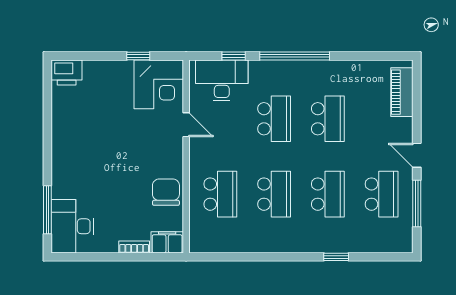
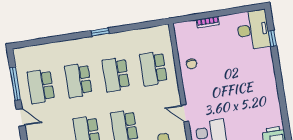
chair: (166, 192) -> (192, 64), width x0.54, depth x0.54
window: (47, 210) -> (272, 38), width x0.46
filing cabinet: (167, 242) -> (185, 29), removed
window: (336, 257) -> (100, 32), moved

